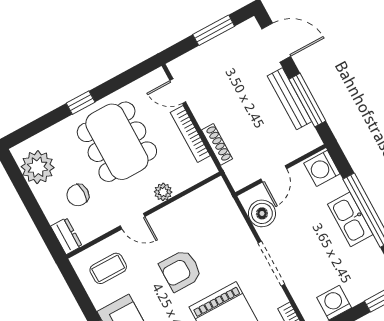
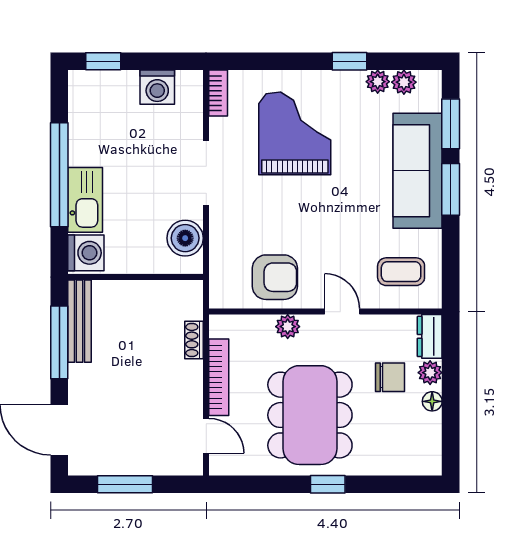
bench: (290, 99) -> (80, 321), moved
shoe rack: (217, 144) -> (194, 340), width x0.70
plant: (38, 167) -> (430, 373), moved, width x0.53, depth x0.53
door: (274, 174) -> (146, 277), removed
floor lamp: (42, 194) -> (432, 401), added
kitchen sink: (350, 219) -> (85, 200), moved
armchair: (181, 270) -> (275, 277), moved

